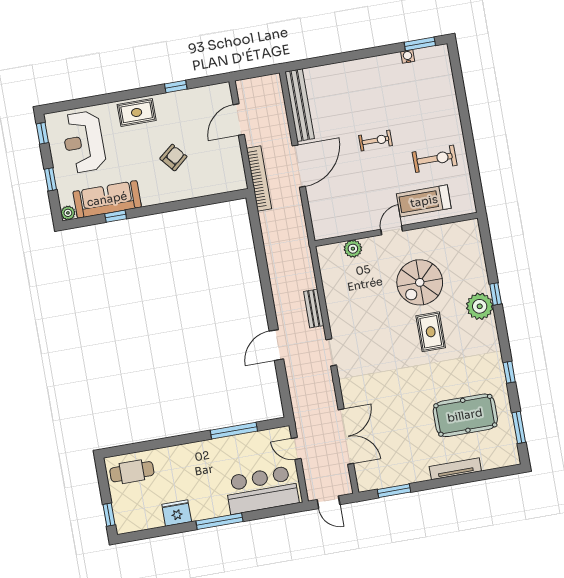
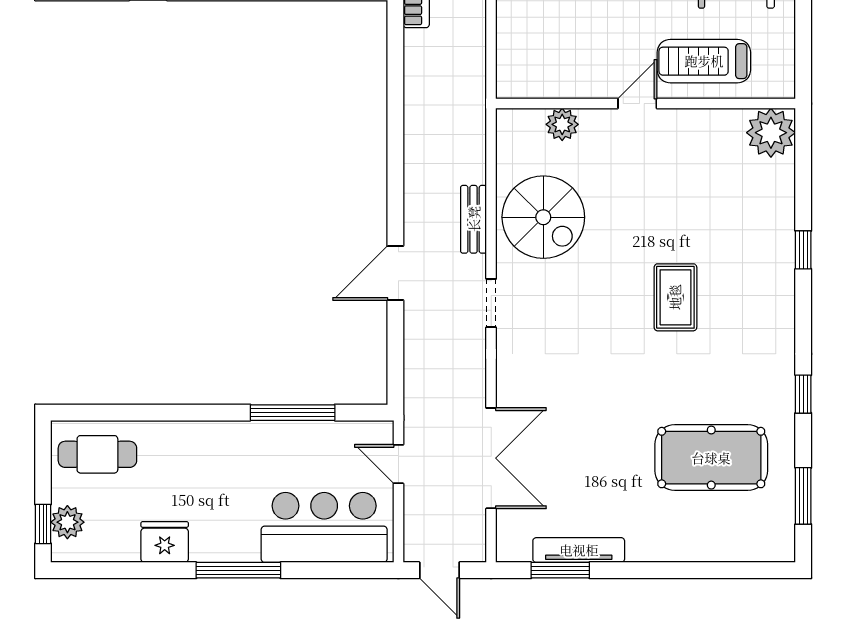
spiral stairs: (420, 282) -> (543, 217), moved, turned -90
plant: (480, 306) -> (771, 133), moved
tv unit: (455, 469) -> (579, 550), moved
plant: (122, 511) -> (67, 522), added

